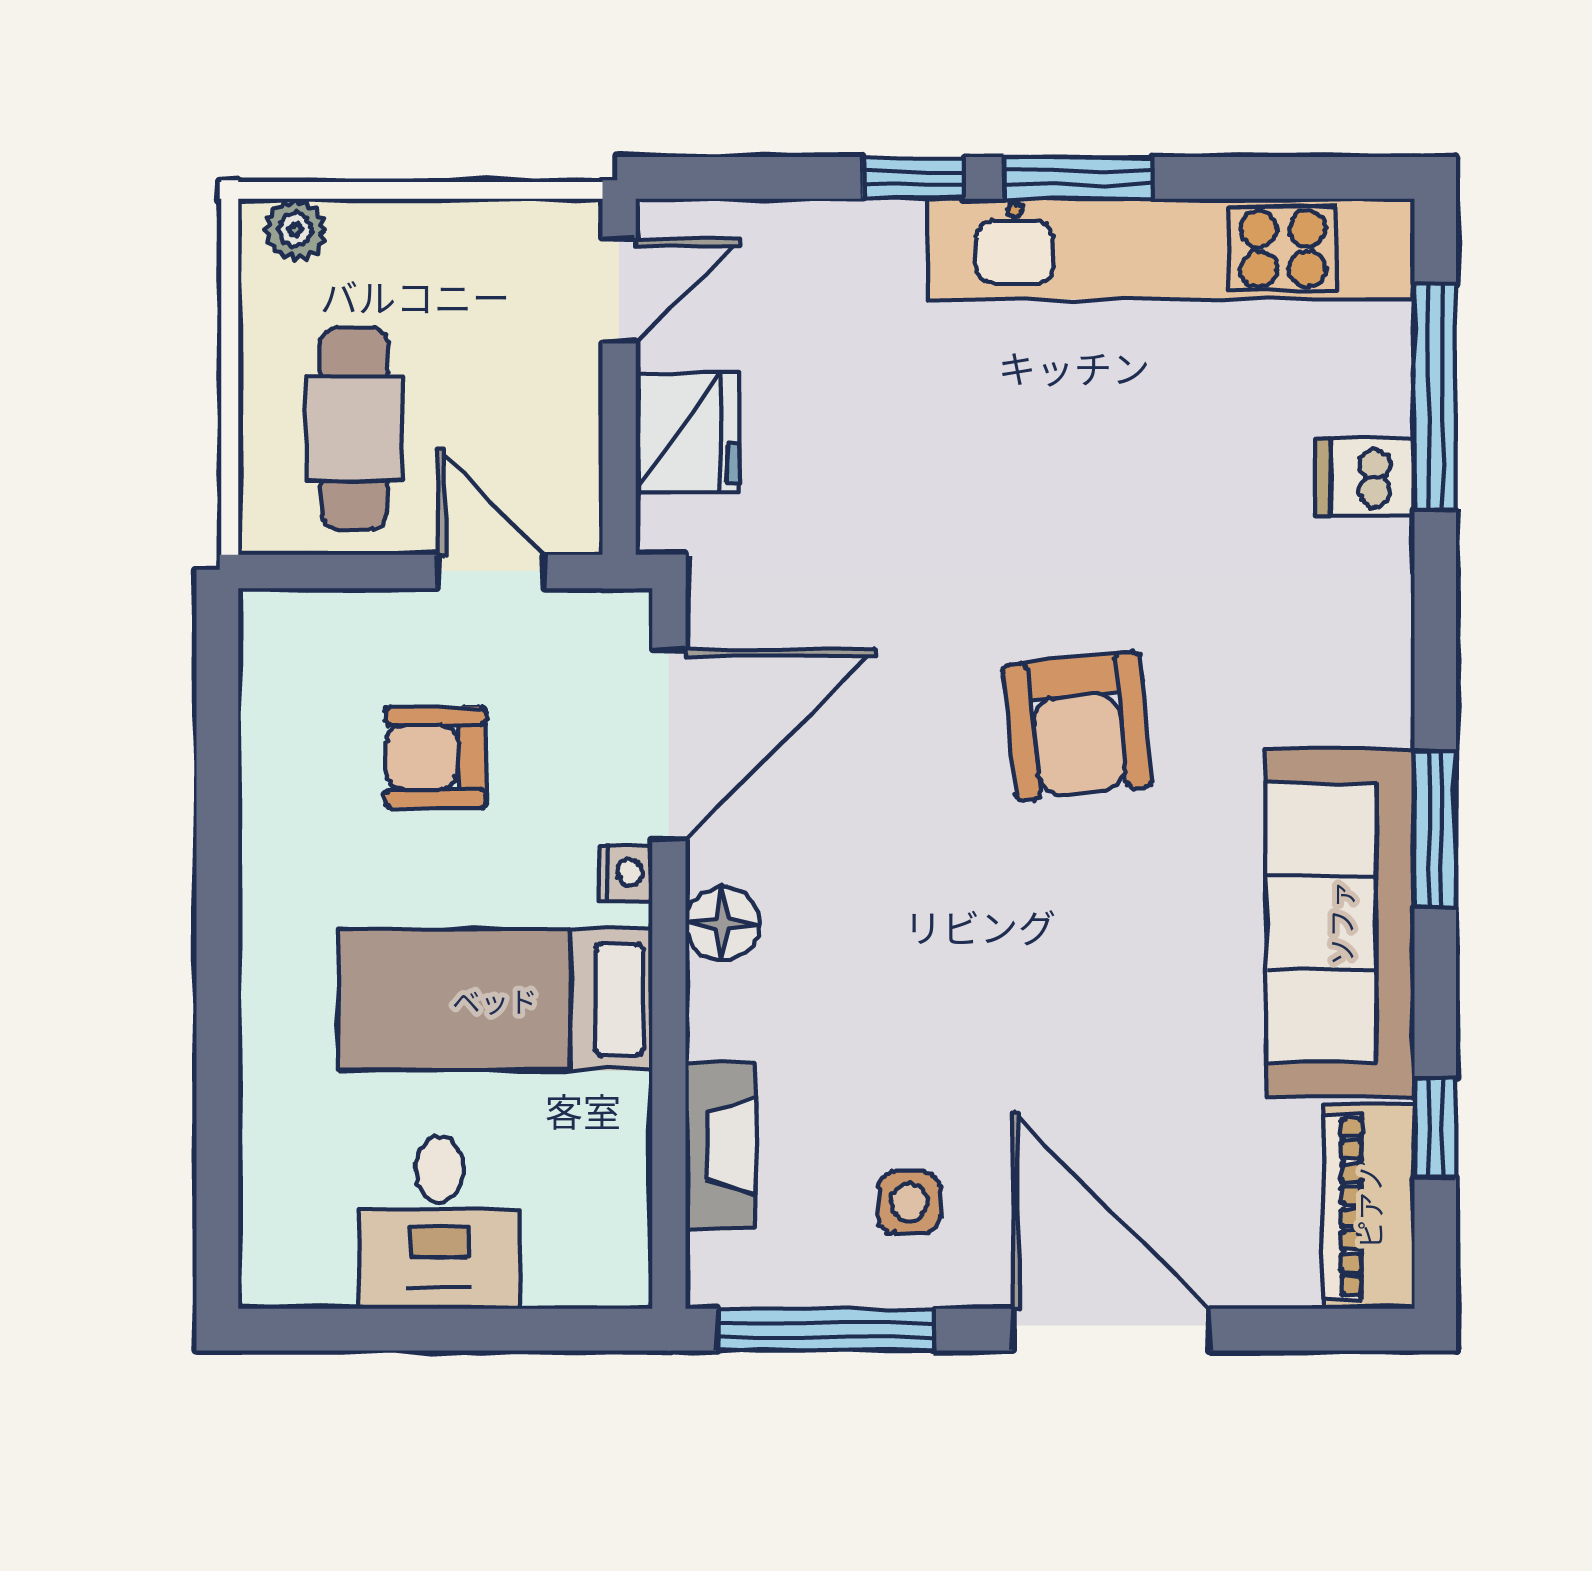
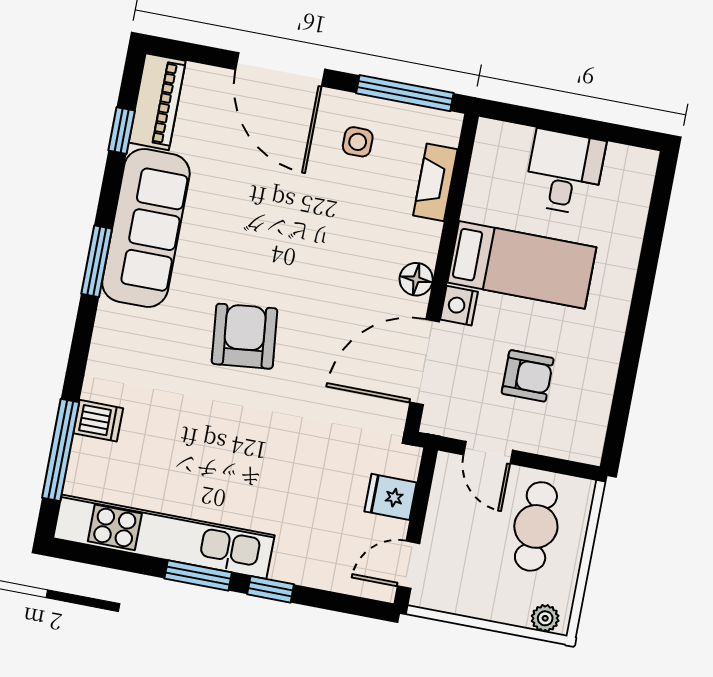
fridge: (687, 432) -> (391, 497), width x0.72
nightstand: (626, 873) -> (459, 306), width x1.39, depth x1.35

